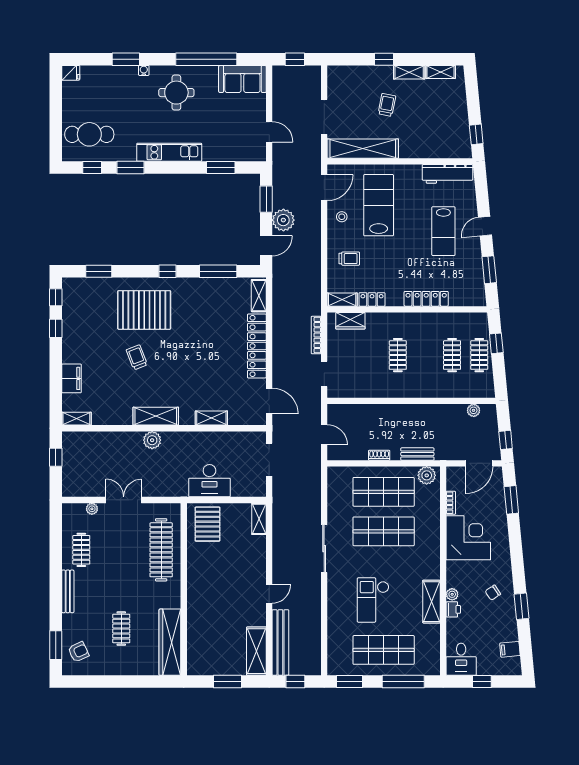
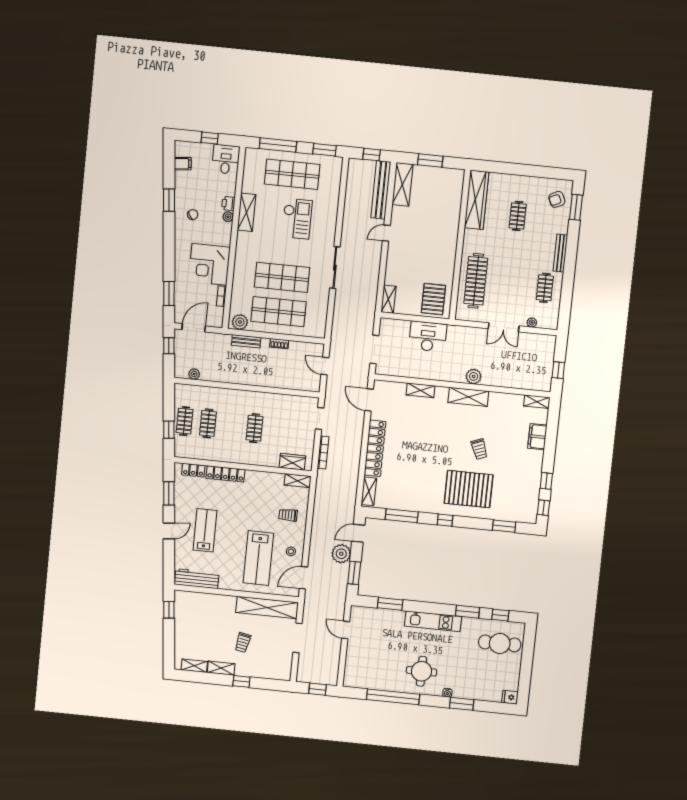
sofa: (242, 79) -> (364, 677), removed
locker: (372, 299) -> (193, 470), moved

